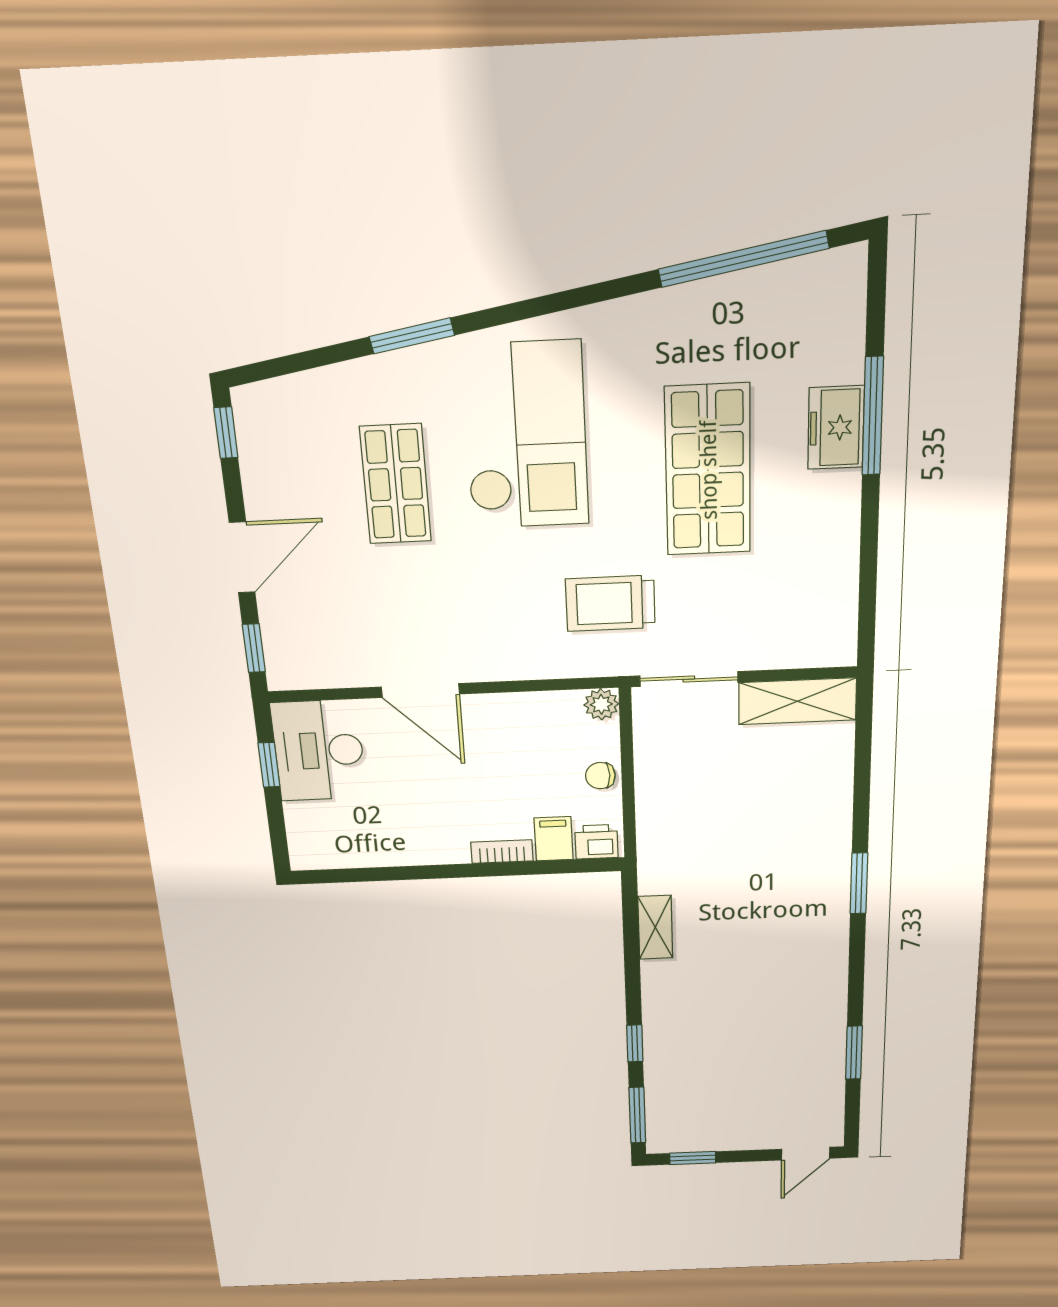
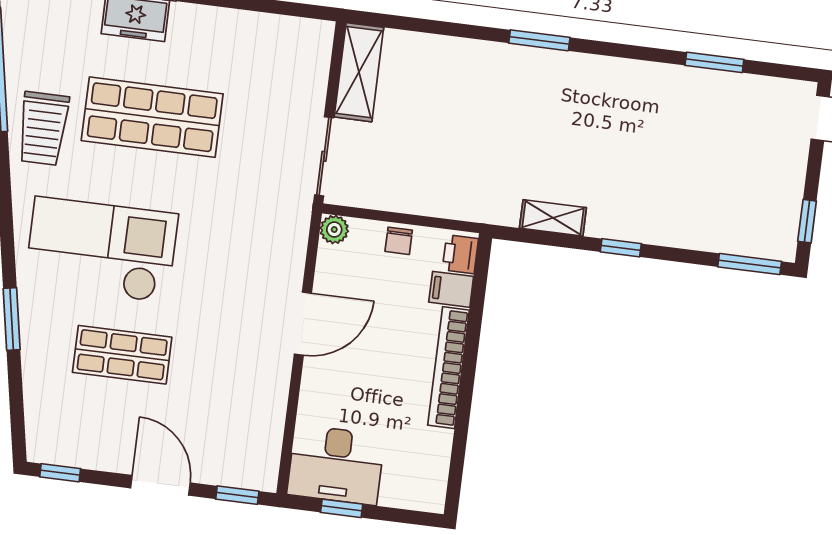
trolley: (610, 603) -> (43, 128), moved
door: (420, 691) -> (303, 324), moved
bookcase: (502, 852) -> (449, 368), width x2.31, depth x1.31
window: (635, 1043) -> (621, 248), moved

